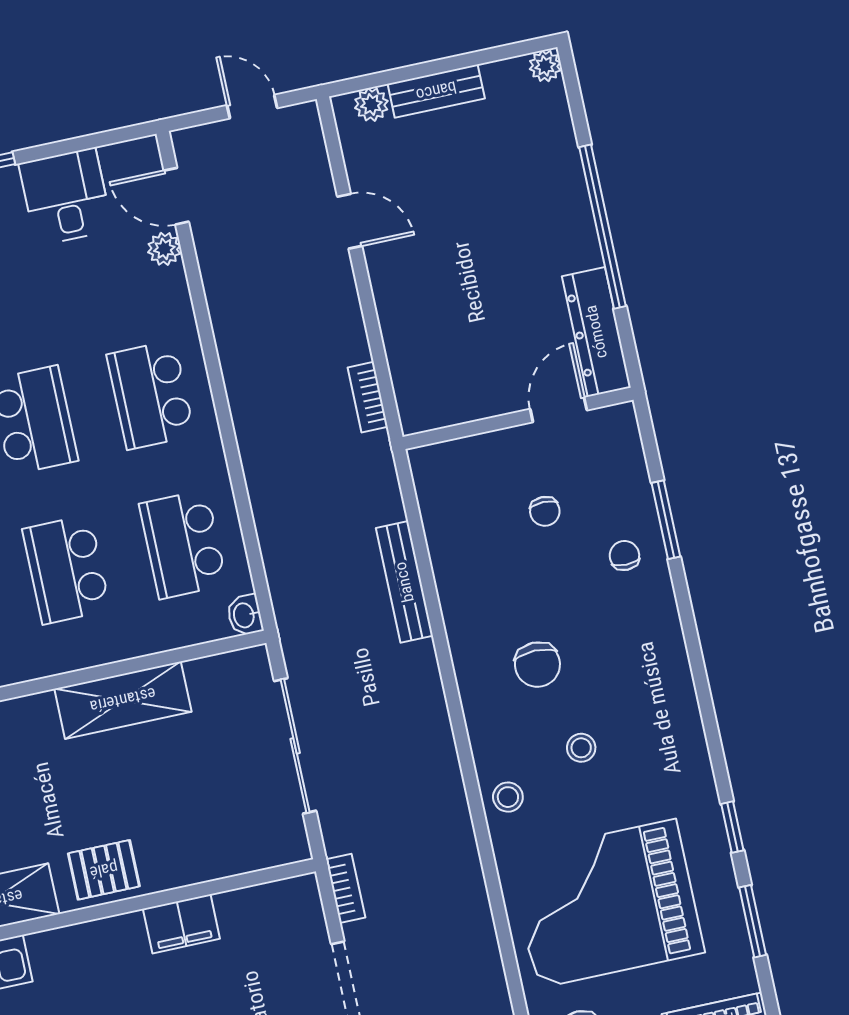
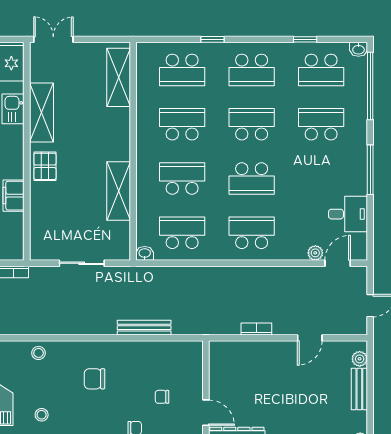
bookcase: (368, 397) -> (256, 329), moved
sliding door: (295, 746) -> (82, 263), width x0.73
stool: (581, 748) -> (42, 415), moved

